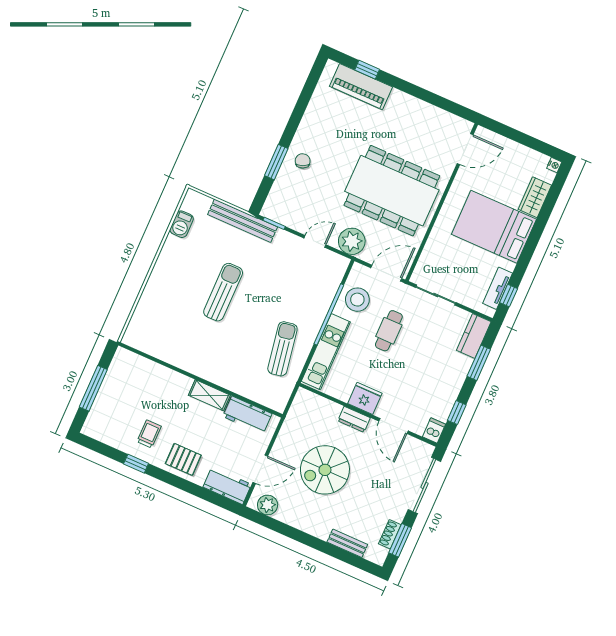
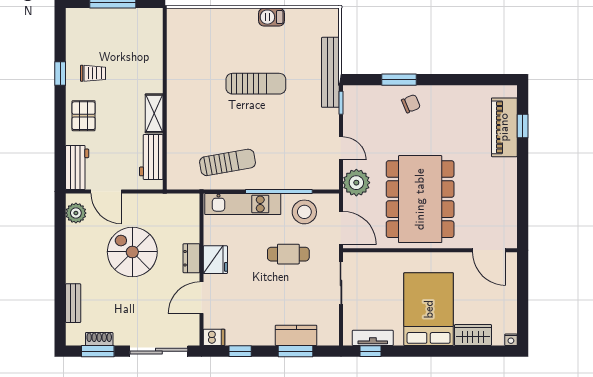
barbecue: (182, 224) -> (272, 17), moved
kitchen counter: (474, 336) -> (296, 335), moved

